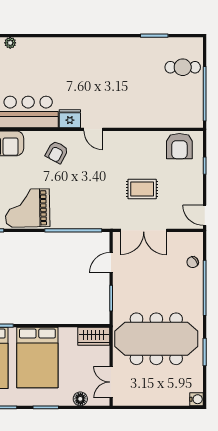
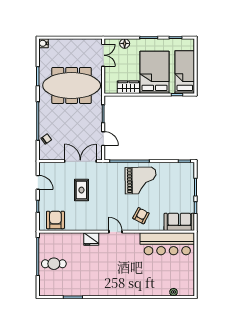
cafe table: (183, 67) -> (54, 264), moved
fridge: (70, 119) -> (91, 239), moved
rug: (142, 189) -> (81, 190), turned 90
grand piano: (28, 208) -> (141, 180), moved
door: (205, 215) -> (38, 182), moved
door: (111, 263) -> (103, 139), hinge flipped
wardrobe: (94, 336) -> (128, 87), moved

